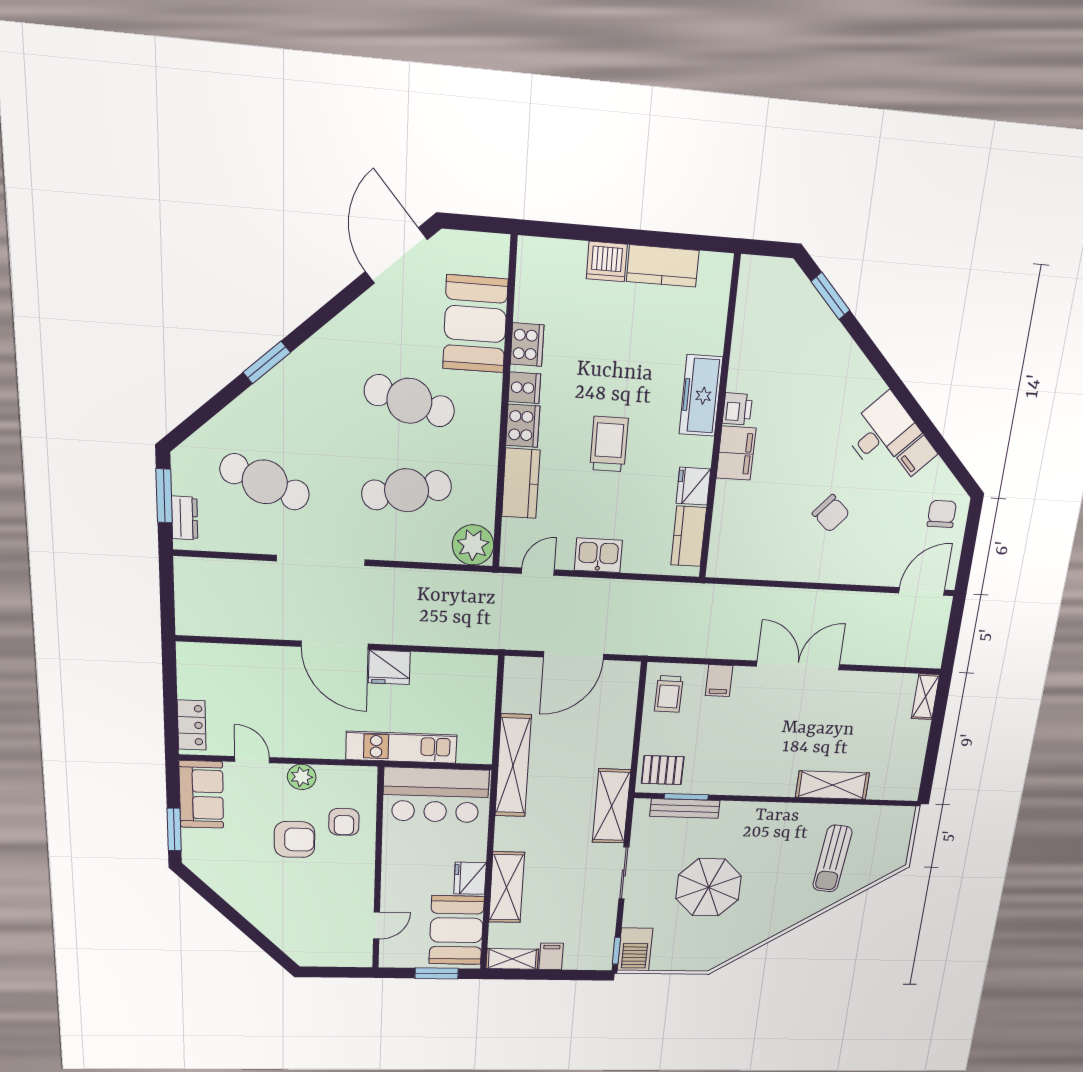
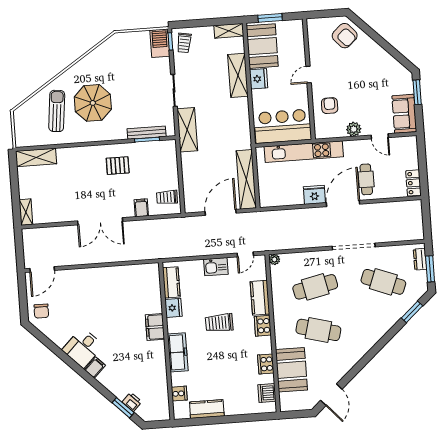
door: (396, 256) -> (331, 395), width x0.73
dishwasher: (607, 262) -> (267, 393), moved, turned -90
window: (267, 362) -> (412, 312), moved
cooker: (524, 388) -> (179, 394), moved, turned 180
printer: (737, 409) -> (132, 402), moved, turned 135
trolley: (609, 444) -> (219, 323), turned 89
filing cabinet: (917, 456) -> (95, 367), moved
chair: (831, 513) -> (100, 304), removed
plant: (473, 545) -> (274, 259), width x0.53, depth x0.53
door: (335, 645) -> (343, 203), hinge flipped
cafe table: (285, 684) -> (366, 179), added
trolley: (669, 694) -> (167, 197), turned -91
locker: (192, 725) -> (413, 183), moved
kitchen unit: (401, 747) -> (304, 152), width x1.36
shelving: (513, 766) -> (246, 179), moved
pallet: (663, 770) -> (118, 166), moved
shelving: (832, 785) -> (36, 157), moved
armchair: (295, 839) -> (345, 36), moved, turned -132
parasol: (709, 887) -> (93, 103), moved
door: (377, 926) -> (309, 75), moved
trolley: (593, 946) -> (184, 43), added
filing cabinet: (551, 956) -> (207, 34), removed

